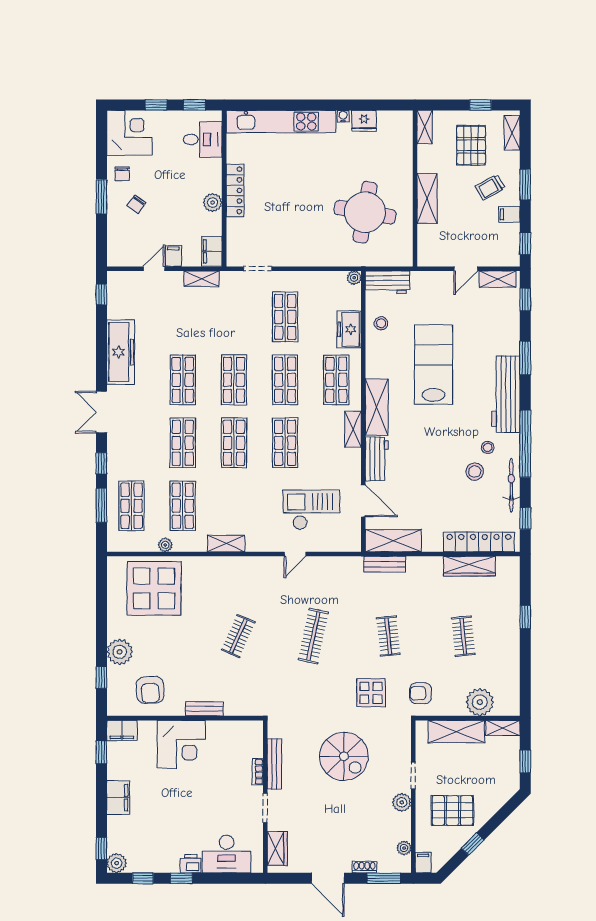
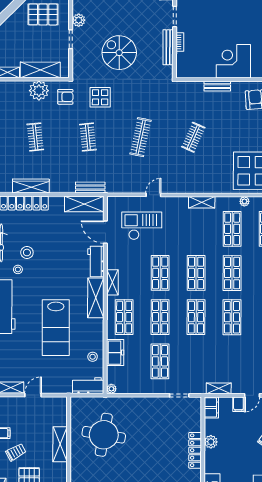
checkout: (311, 510) -> (142, 226), turned 180
plant: (480, 702) -> (39, 91), moved

